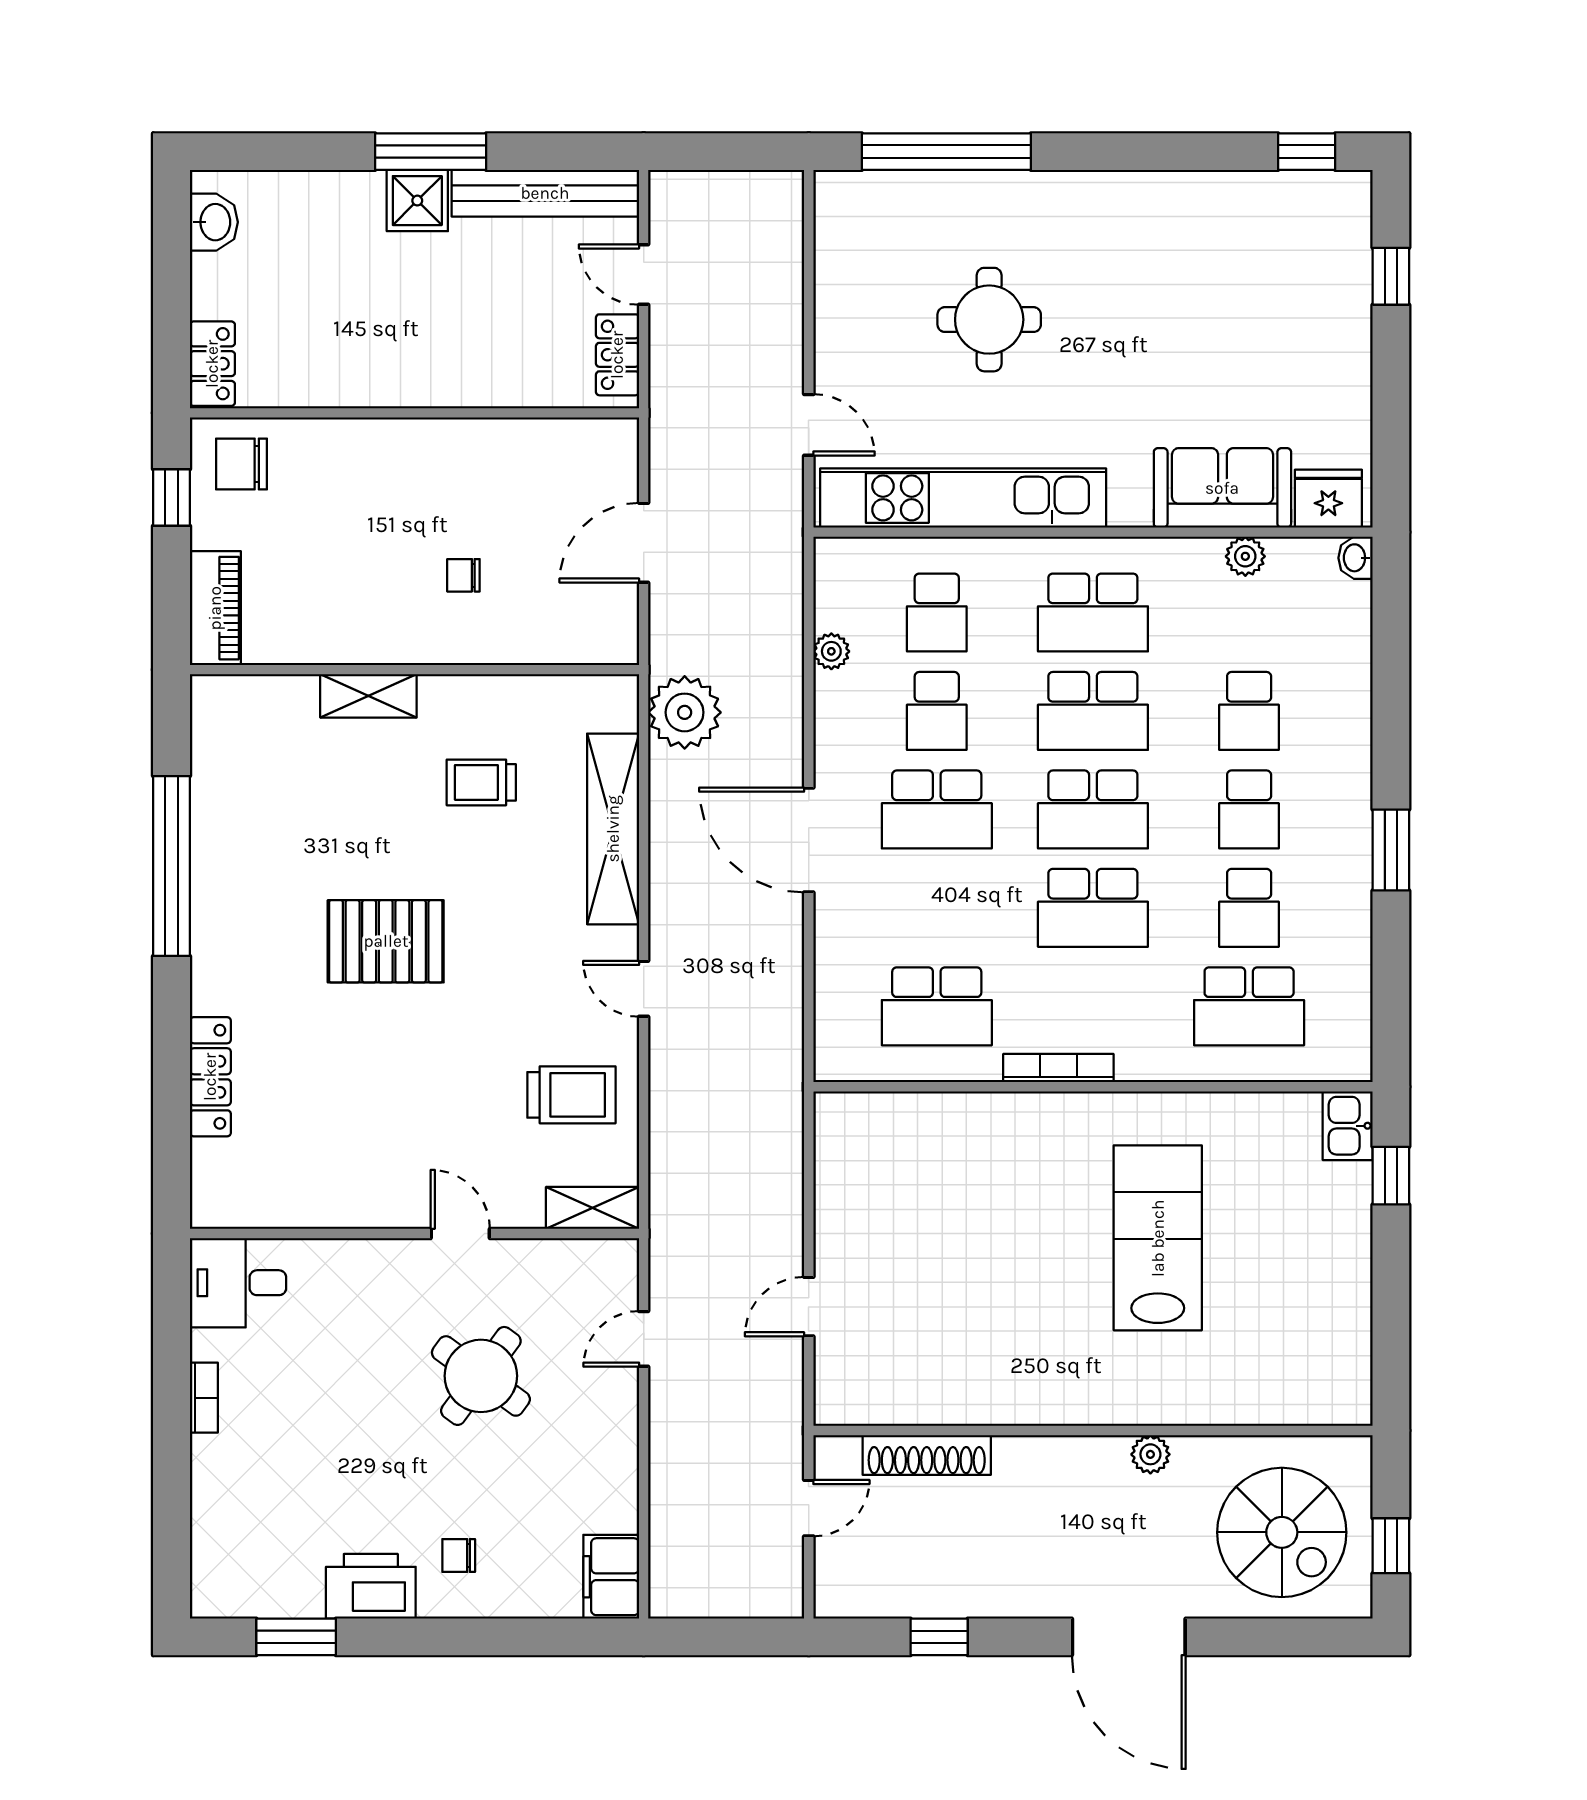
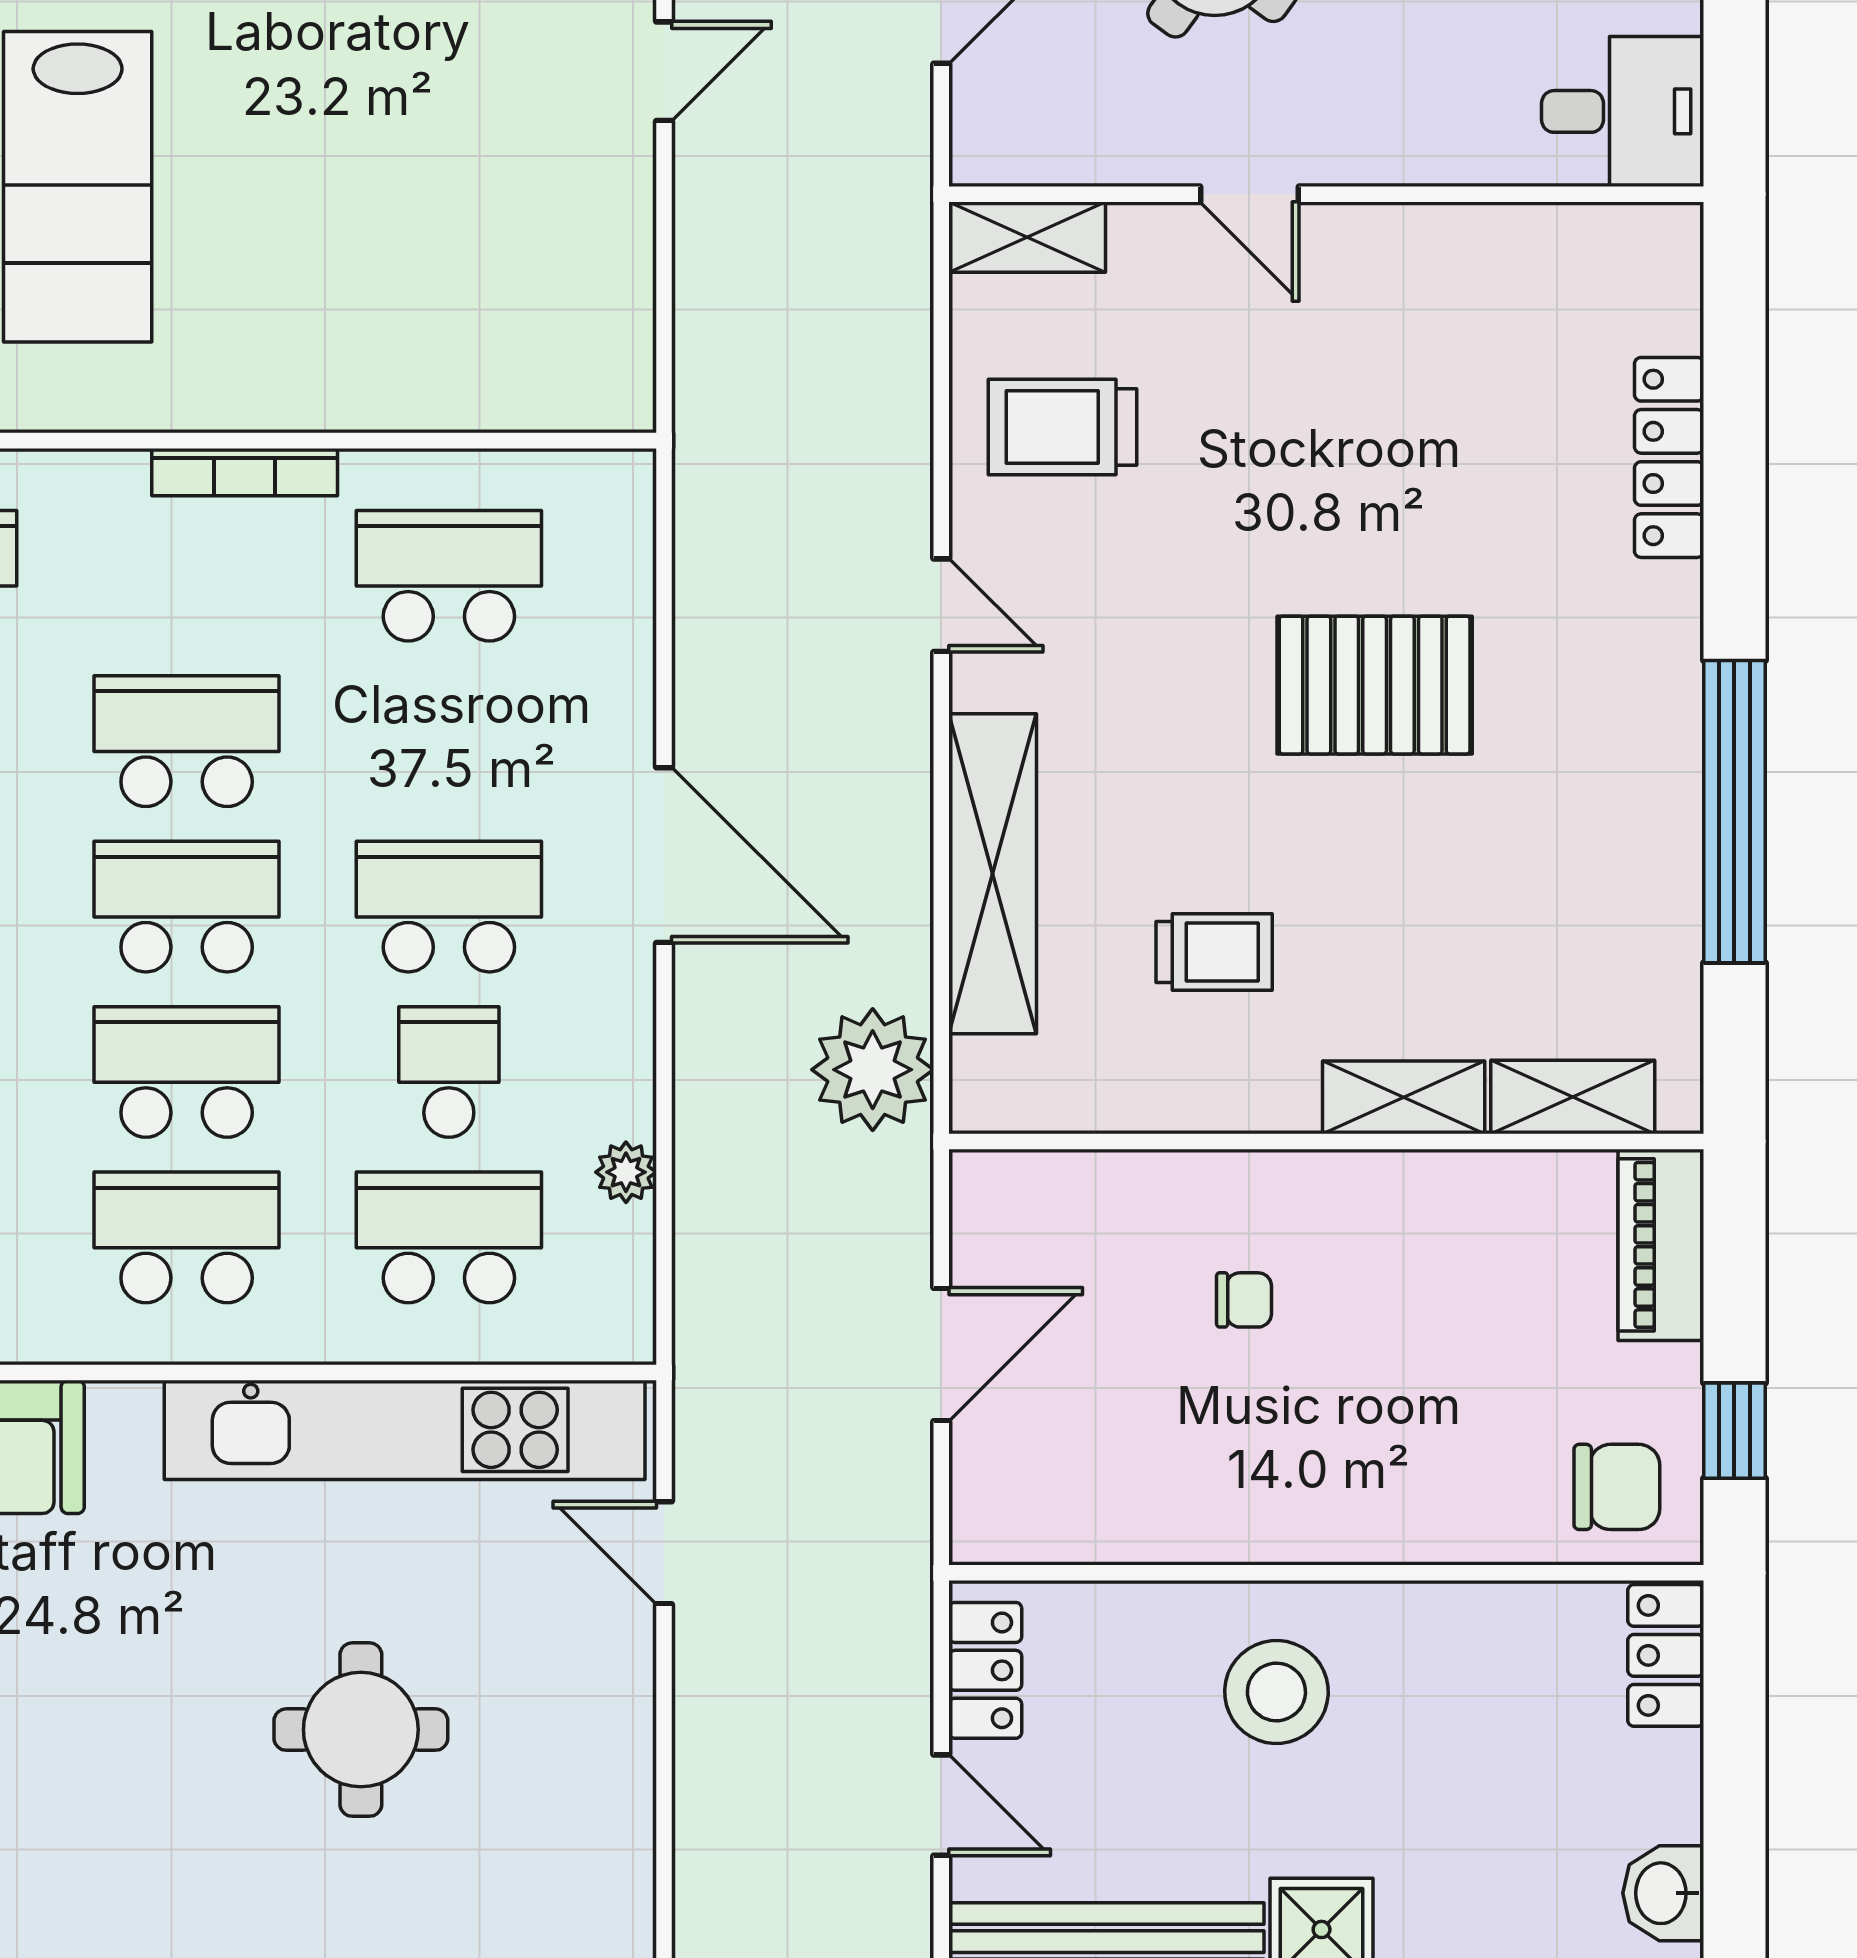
stool: (444, 342) -> (1276, 1692), added
school desk: (937, 613) -> (449, 1237), width x1.85
shelving: (268, 696) -> (1573, 1097), added

